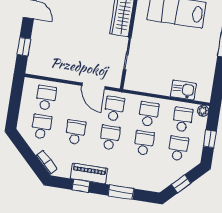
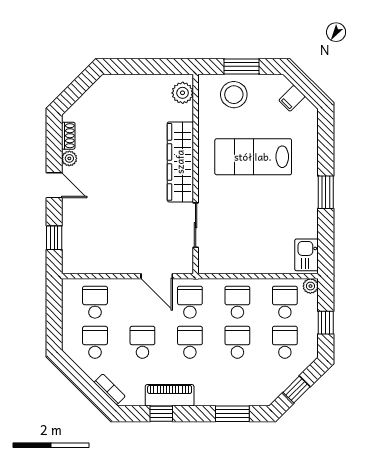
kitchen sink: (183, 90) -> (307, 255), moved, turned -90
window: (121, 192) -> (232, 414), moved

